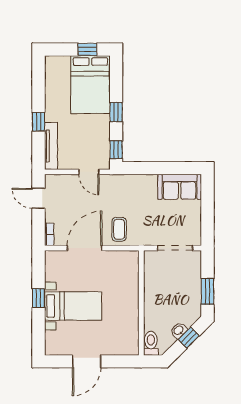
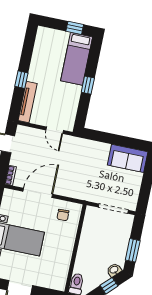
bed: (90, 85) -> (77, 59), width x0.67
window: (116, 150) -> (81, 116), removed
coffee table: (119, 229) -> (70, 183), removed
chair: (119, 267) -> (63, 215), added
washbasin: (179, 330) -> (114, 270), moved

